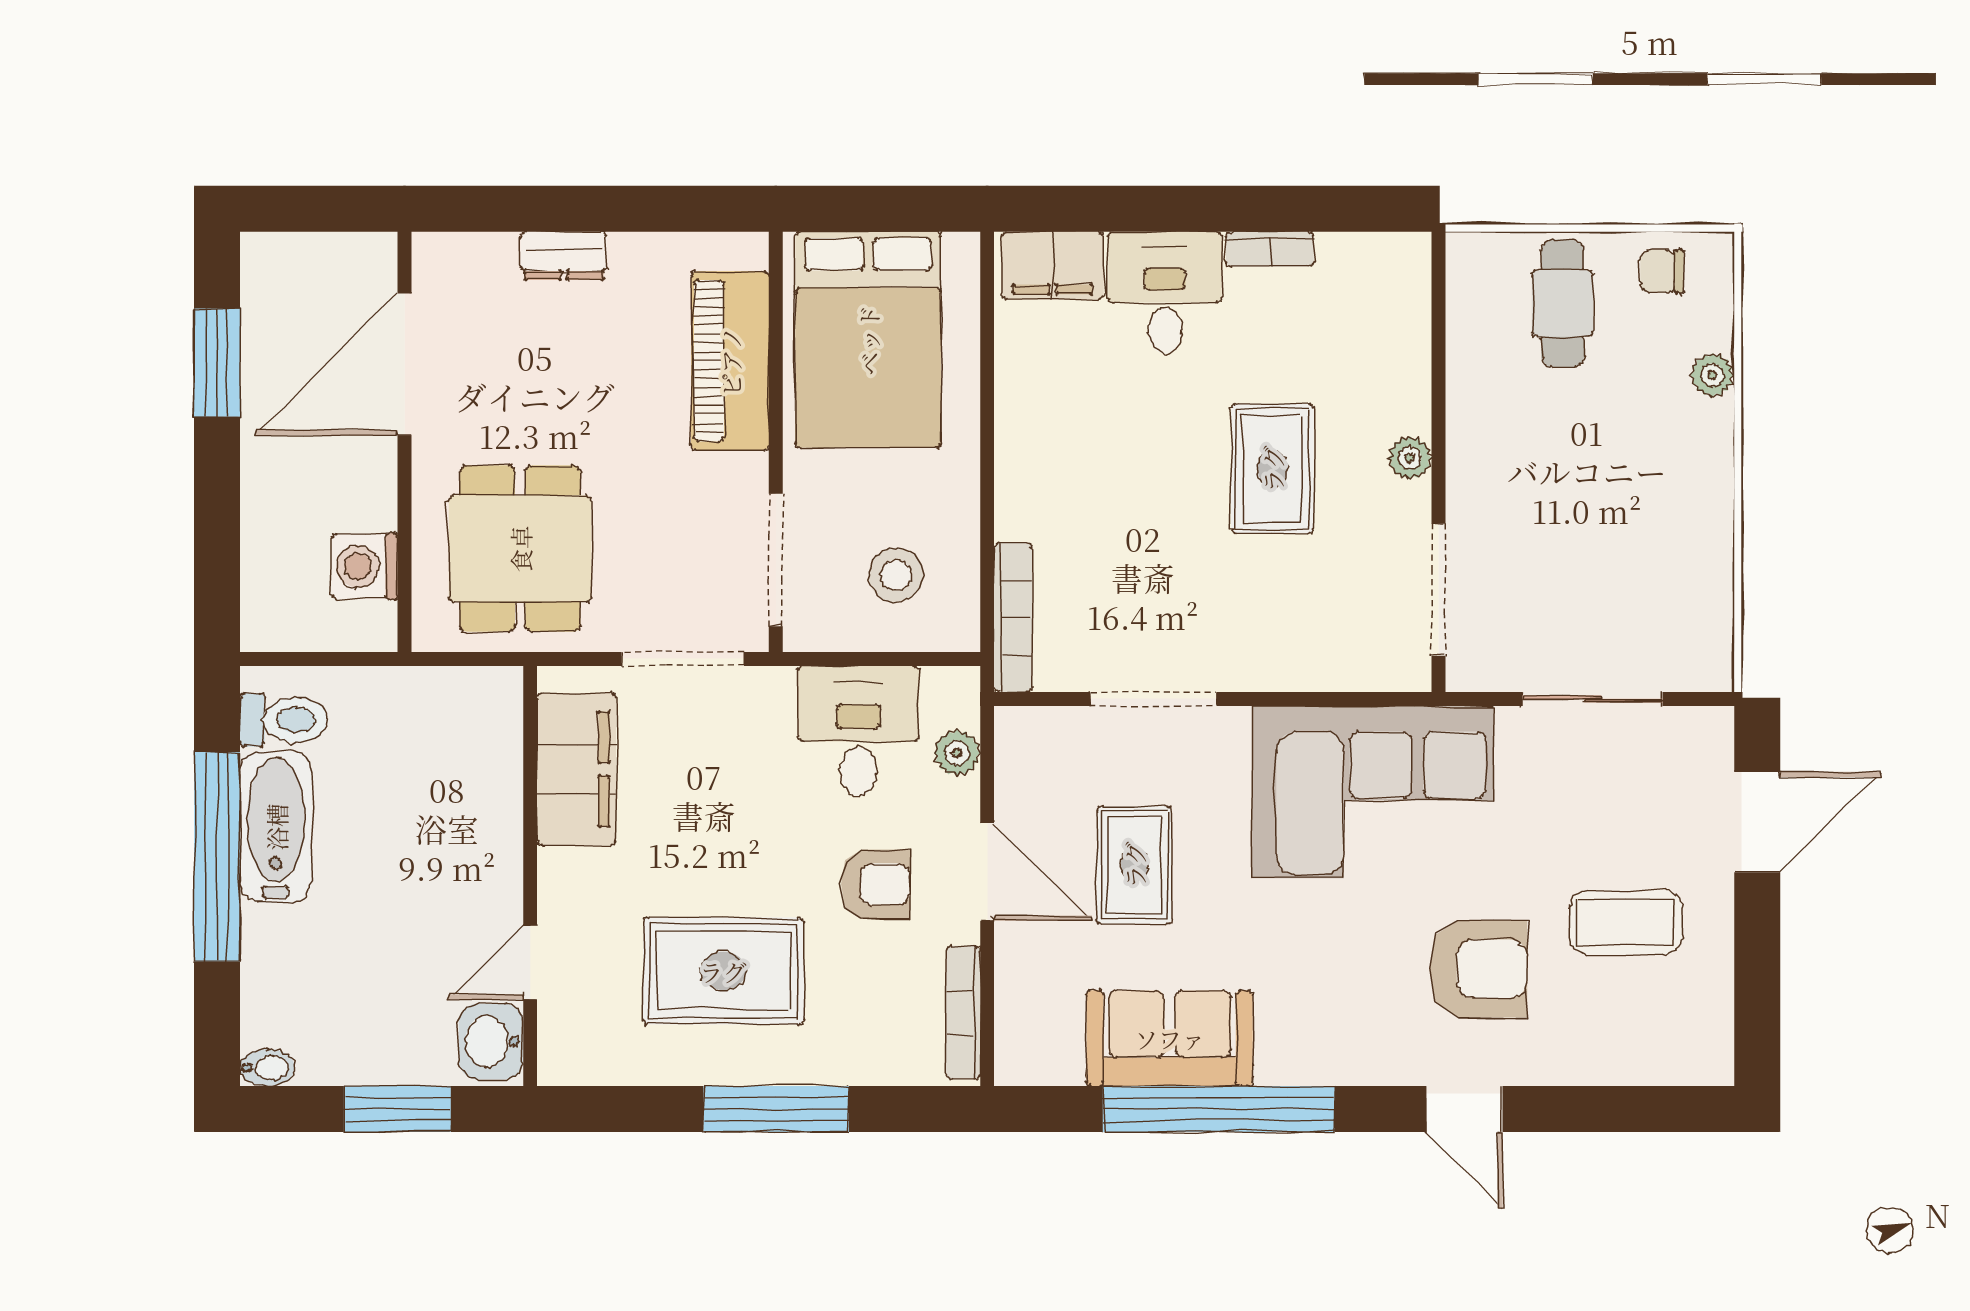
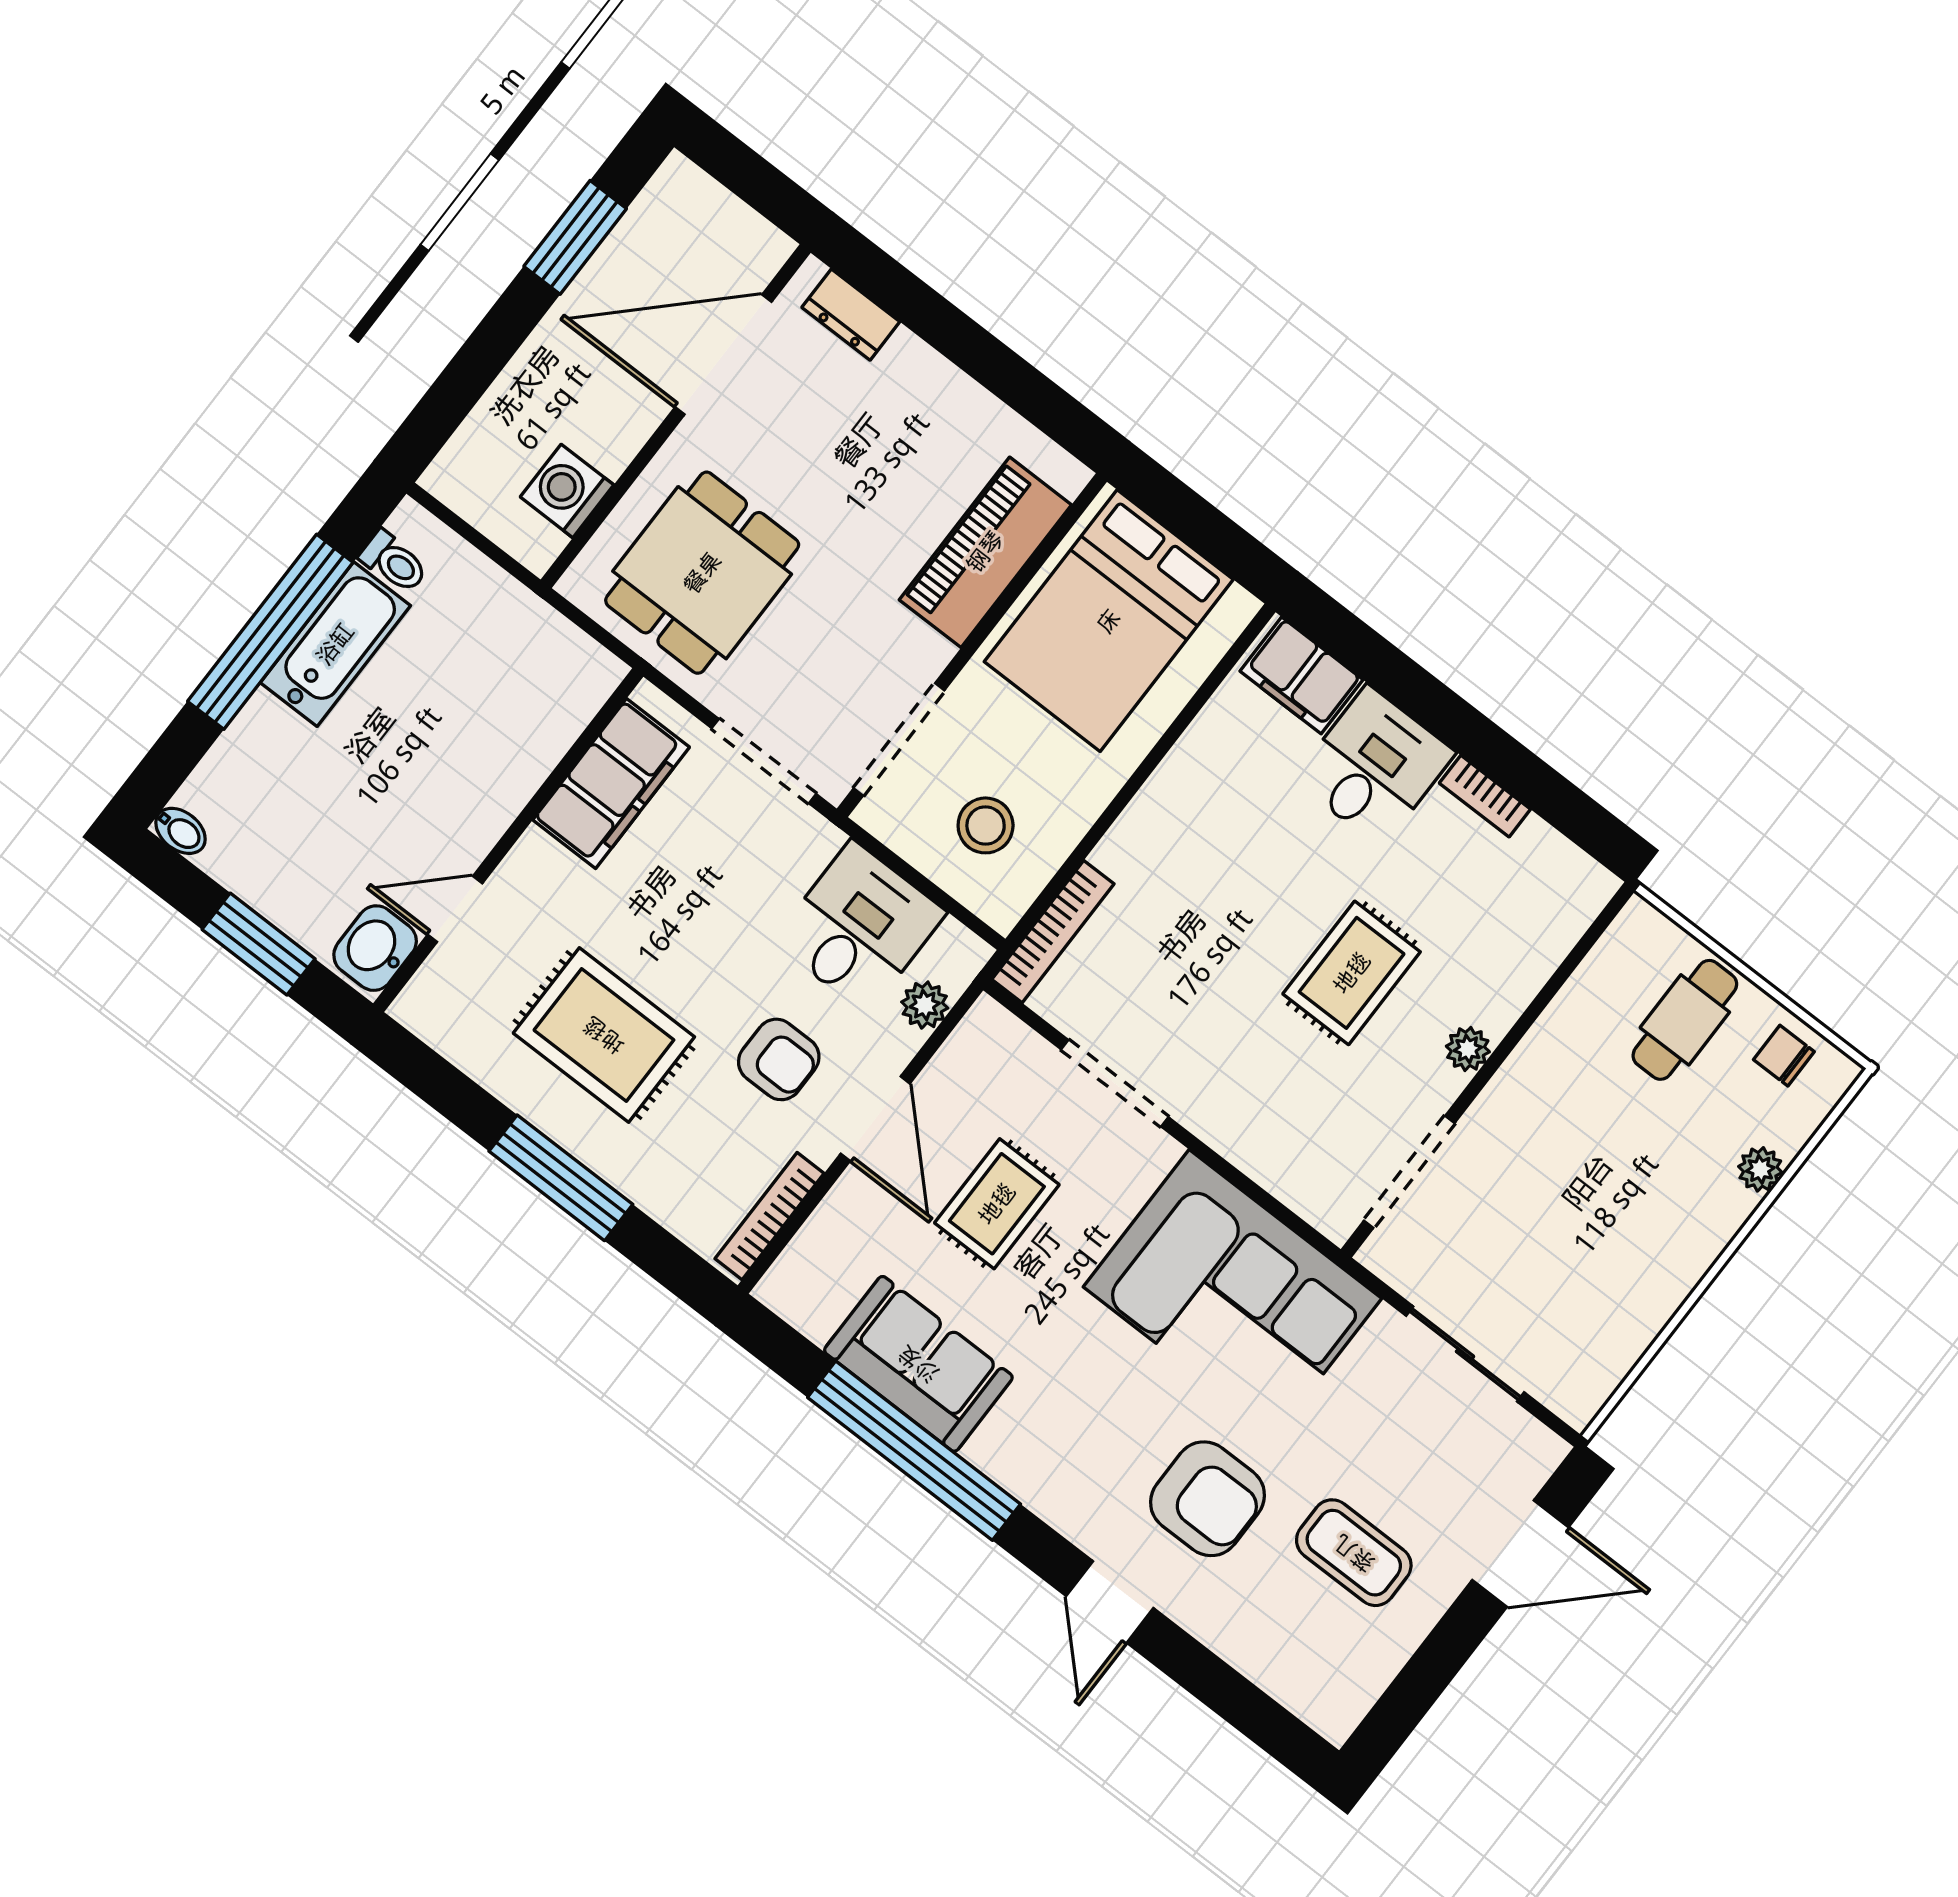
dresser: (564, 256) -> (851, 315), moved
toilet: (284, 720) -> (394, 562), width x0.73, depth x0.72

